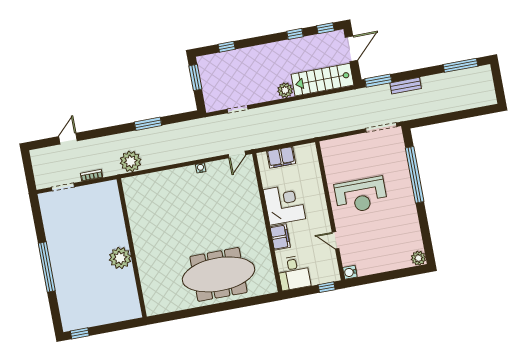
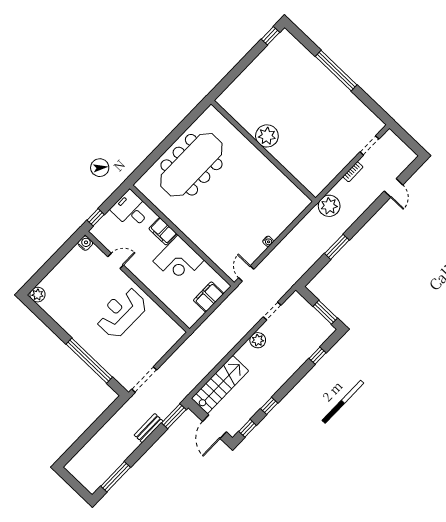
plant: (285, 90) -> (258, 340), moved
wall: (132, 248) -> (263, 151), moved
plant: (120, 258) -> (267, 136), moved

